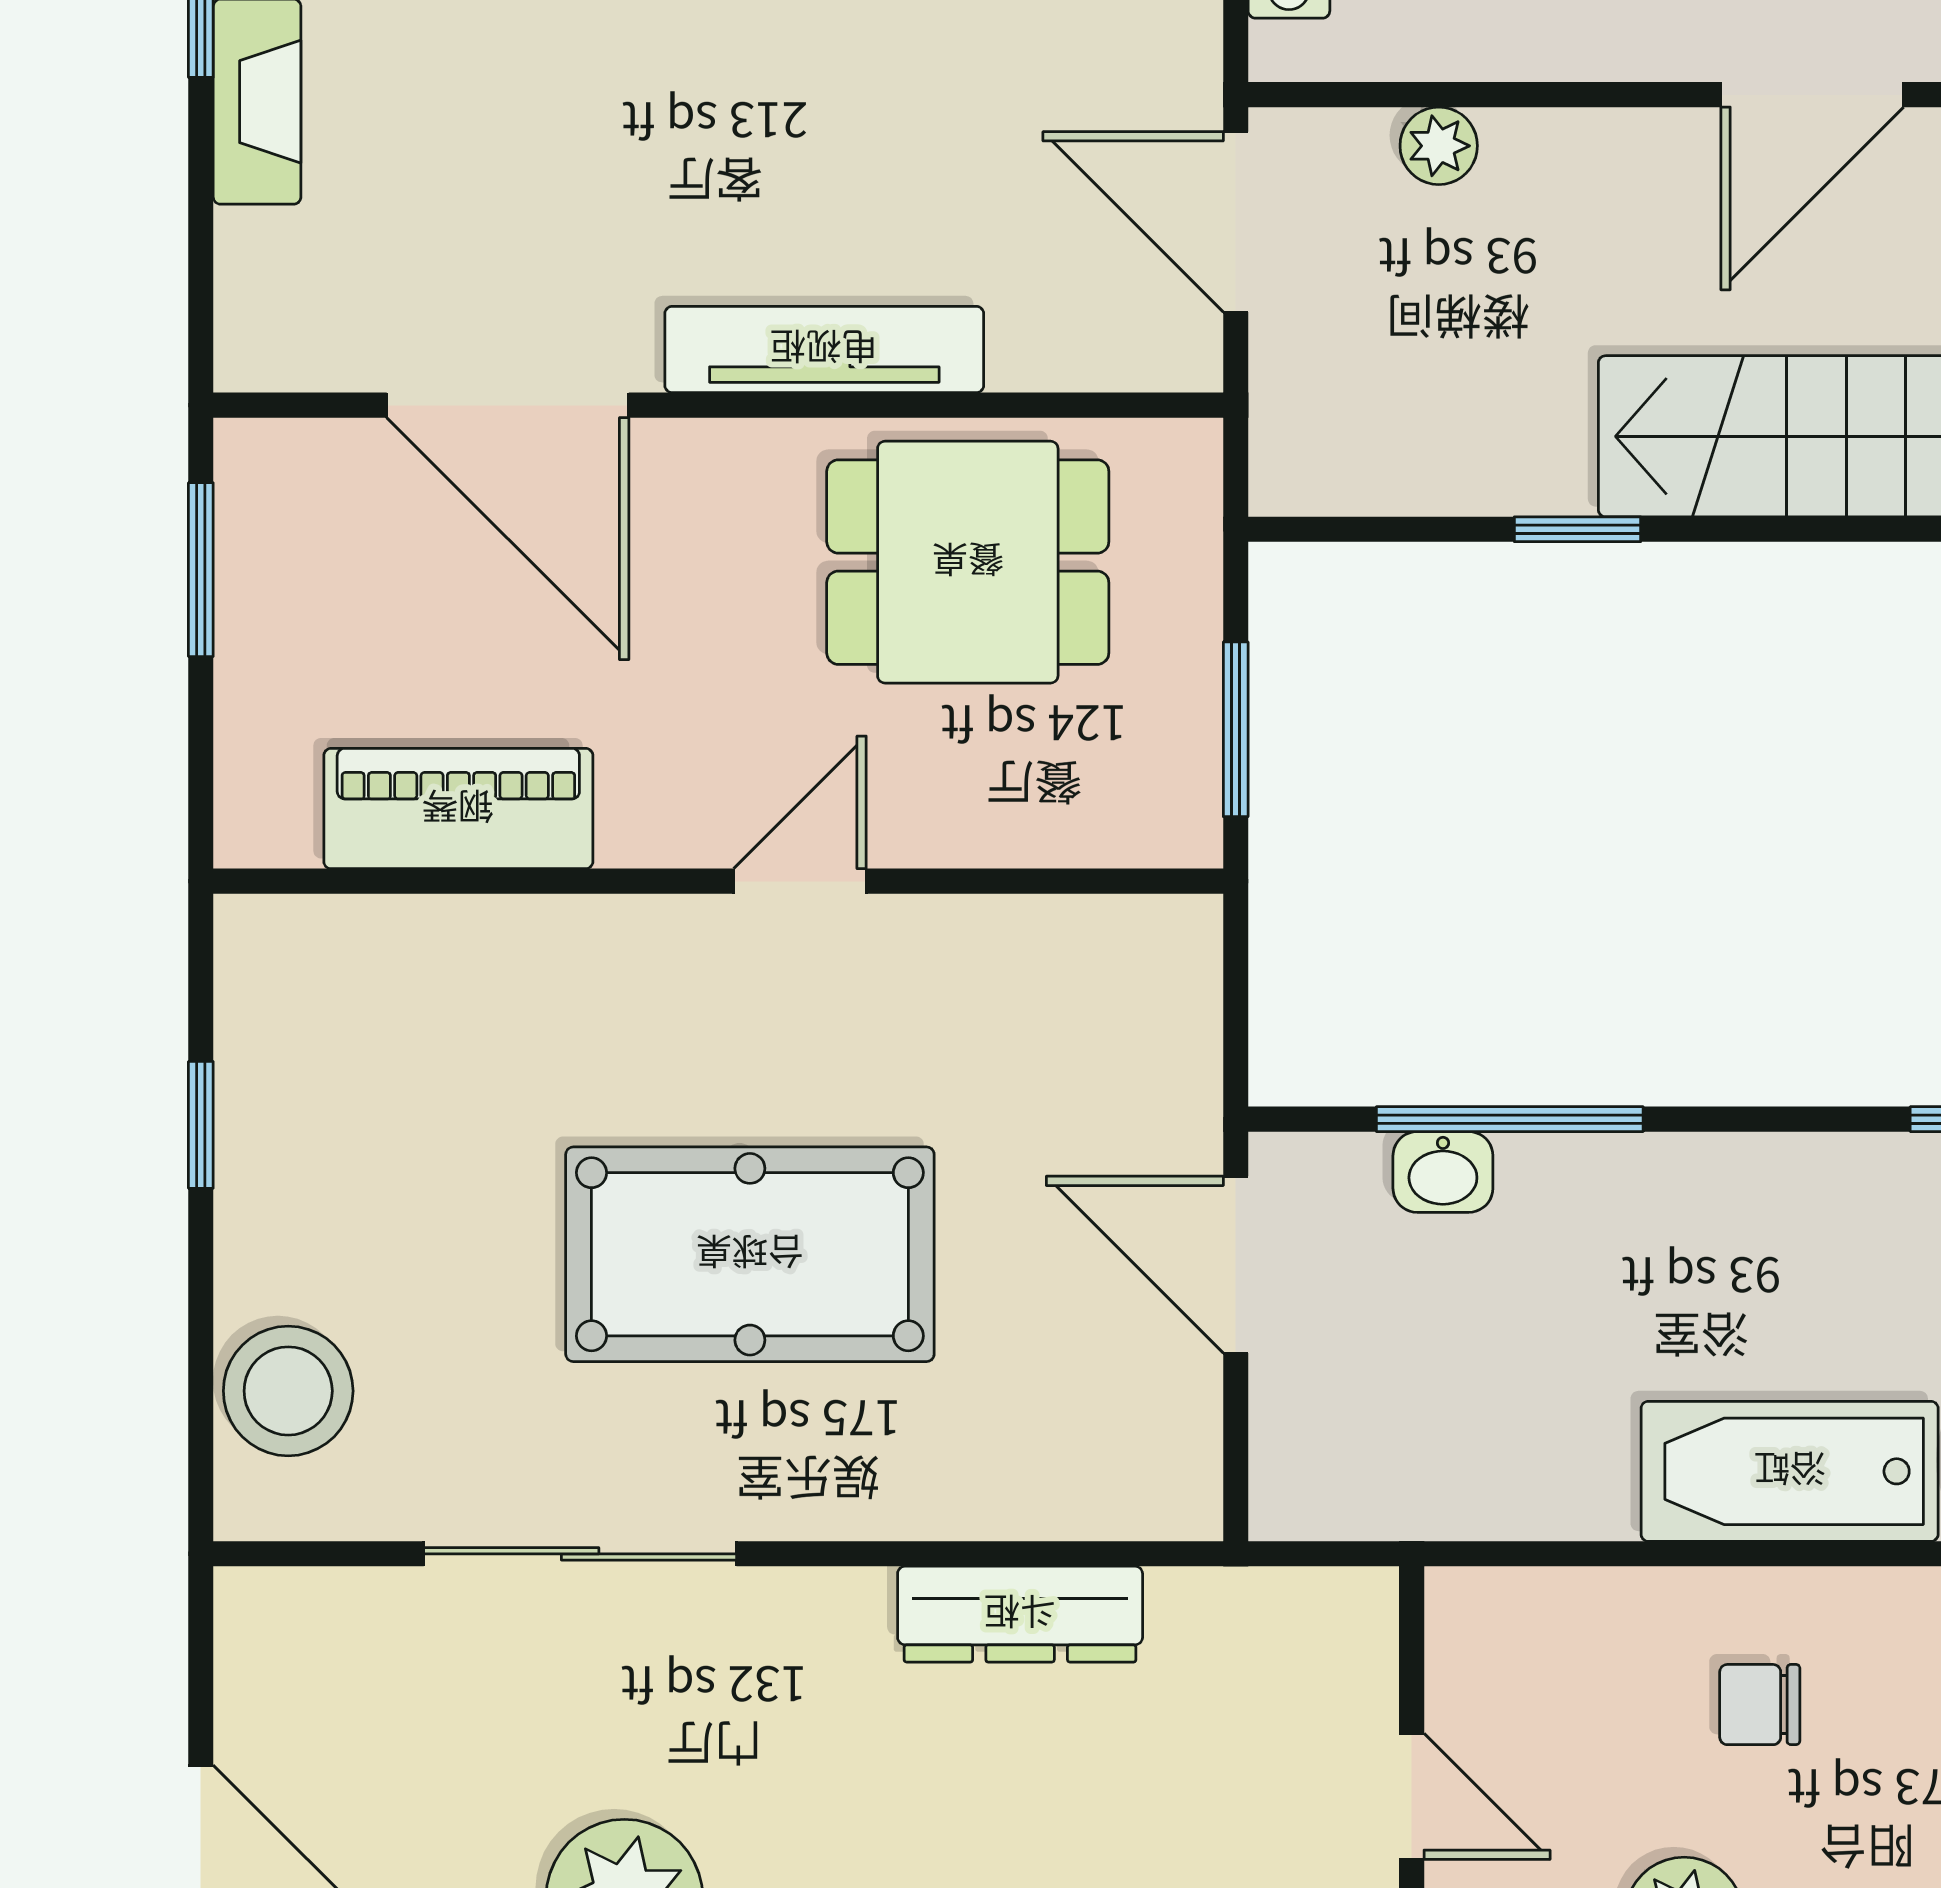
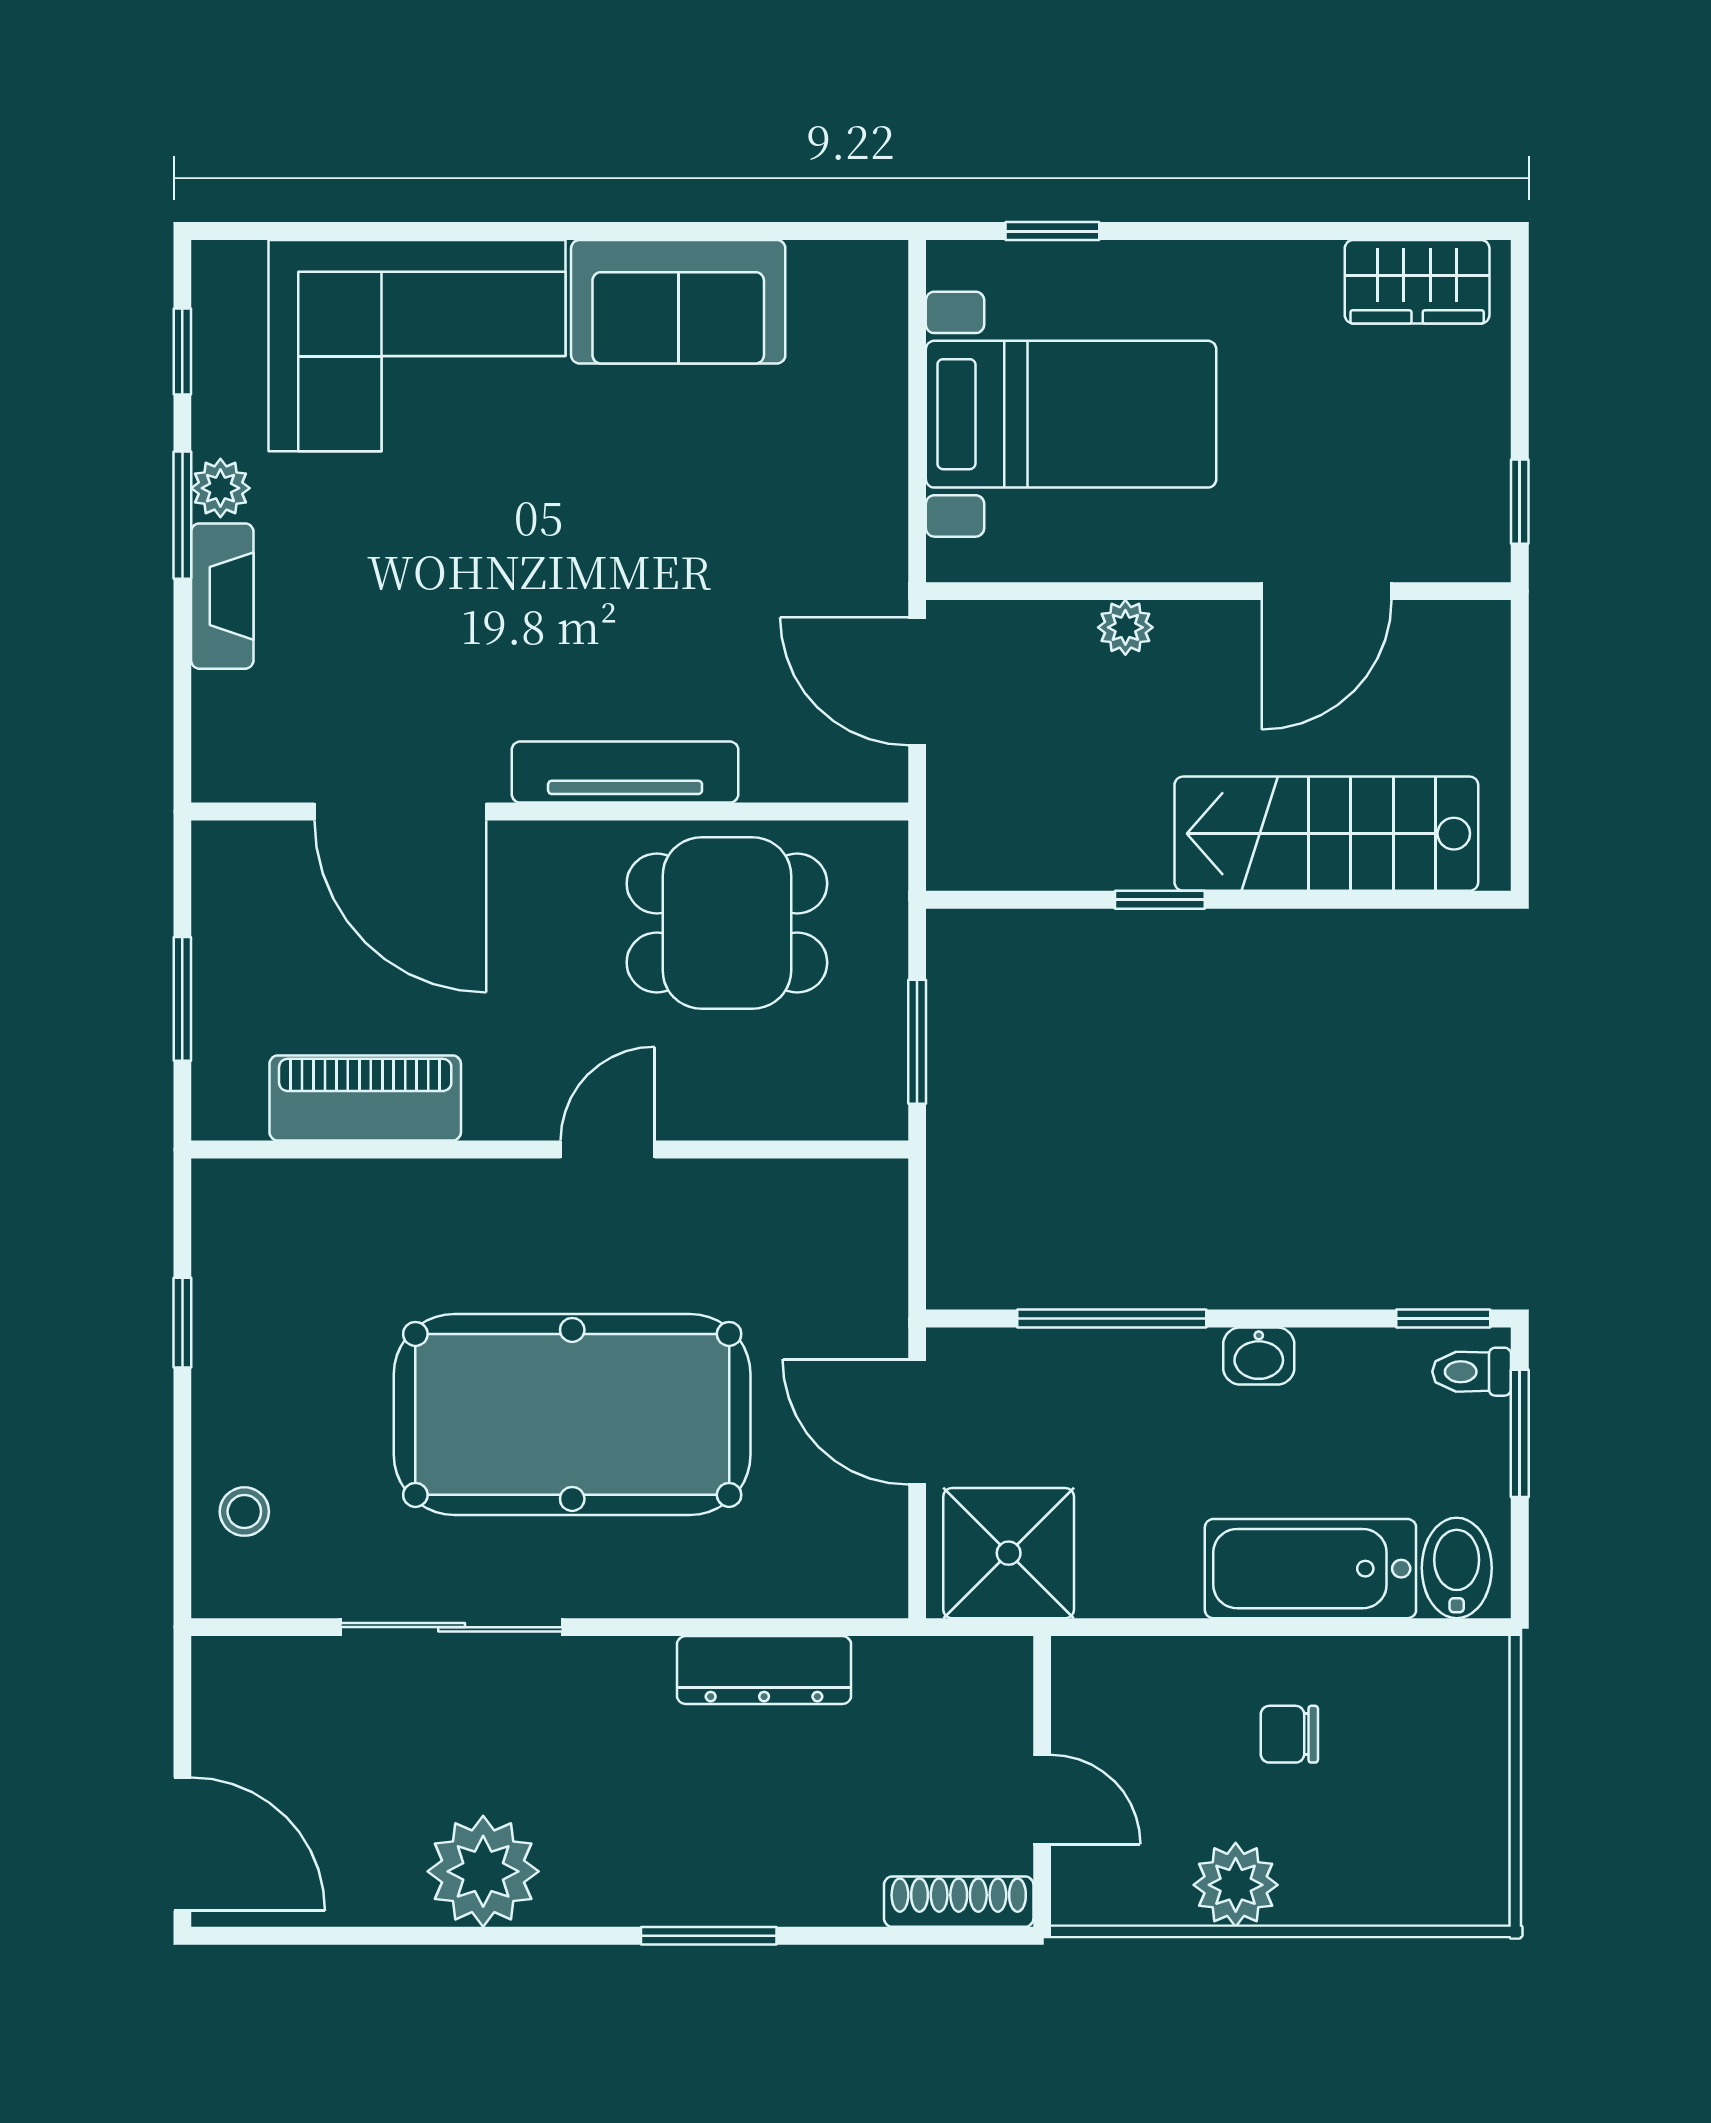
plant: (1439, 146) -> (1125, 627), moved
window: (201, 570) -> (182, 999), moved
washbasin: (1443, 1172) -> (1259, 1356), moved
pool table: (750, 1254) -> (572, 1414), width x1.36, depth x1.32
stool: (288, 1391) -> (244, 1512), width x0.53, depth x0.53
shower: (1365, 1450) -> (1009, 1553), added

